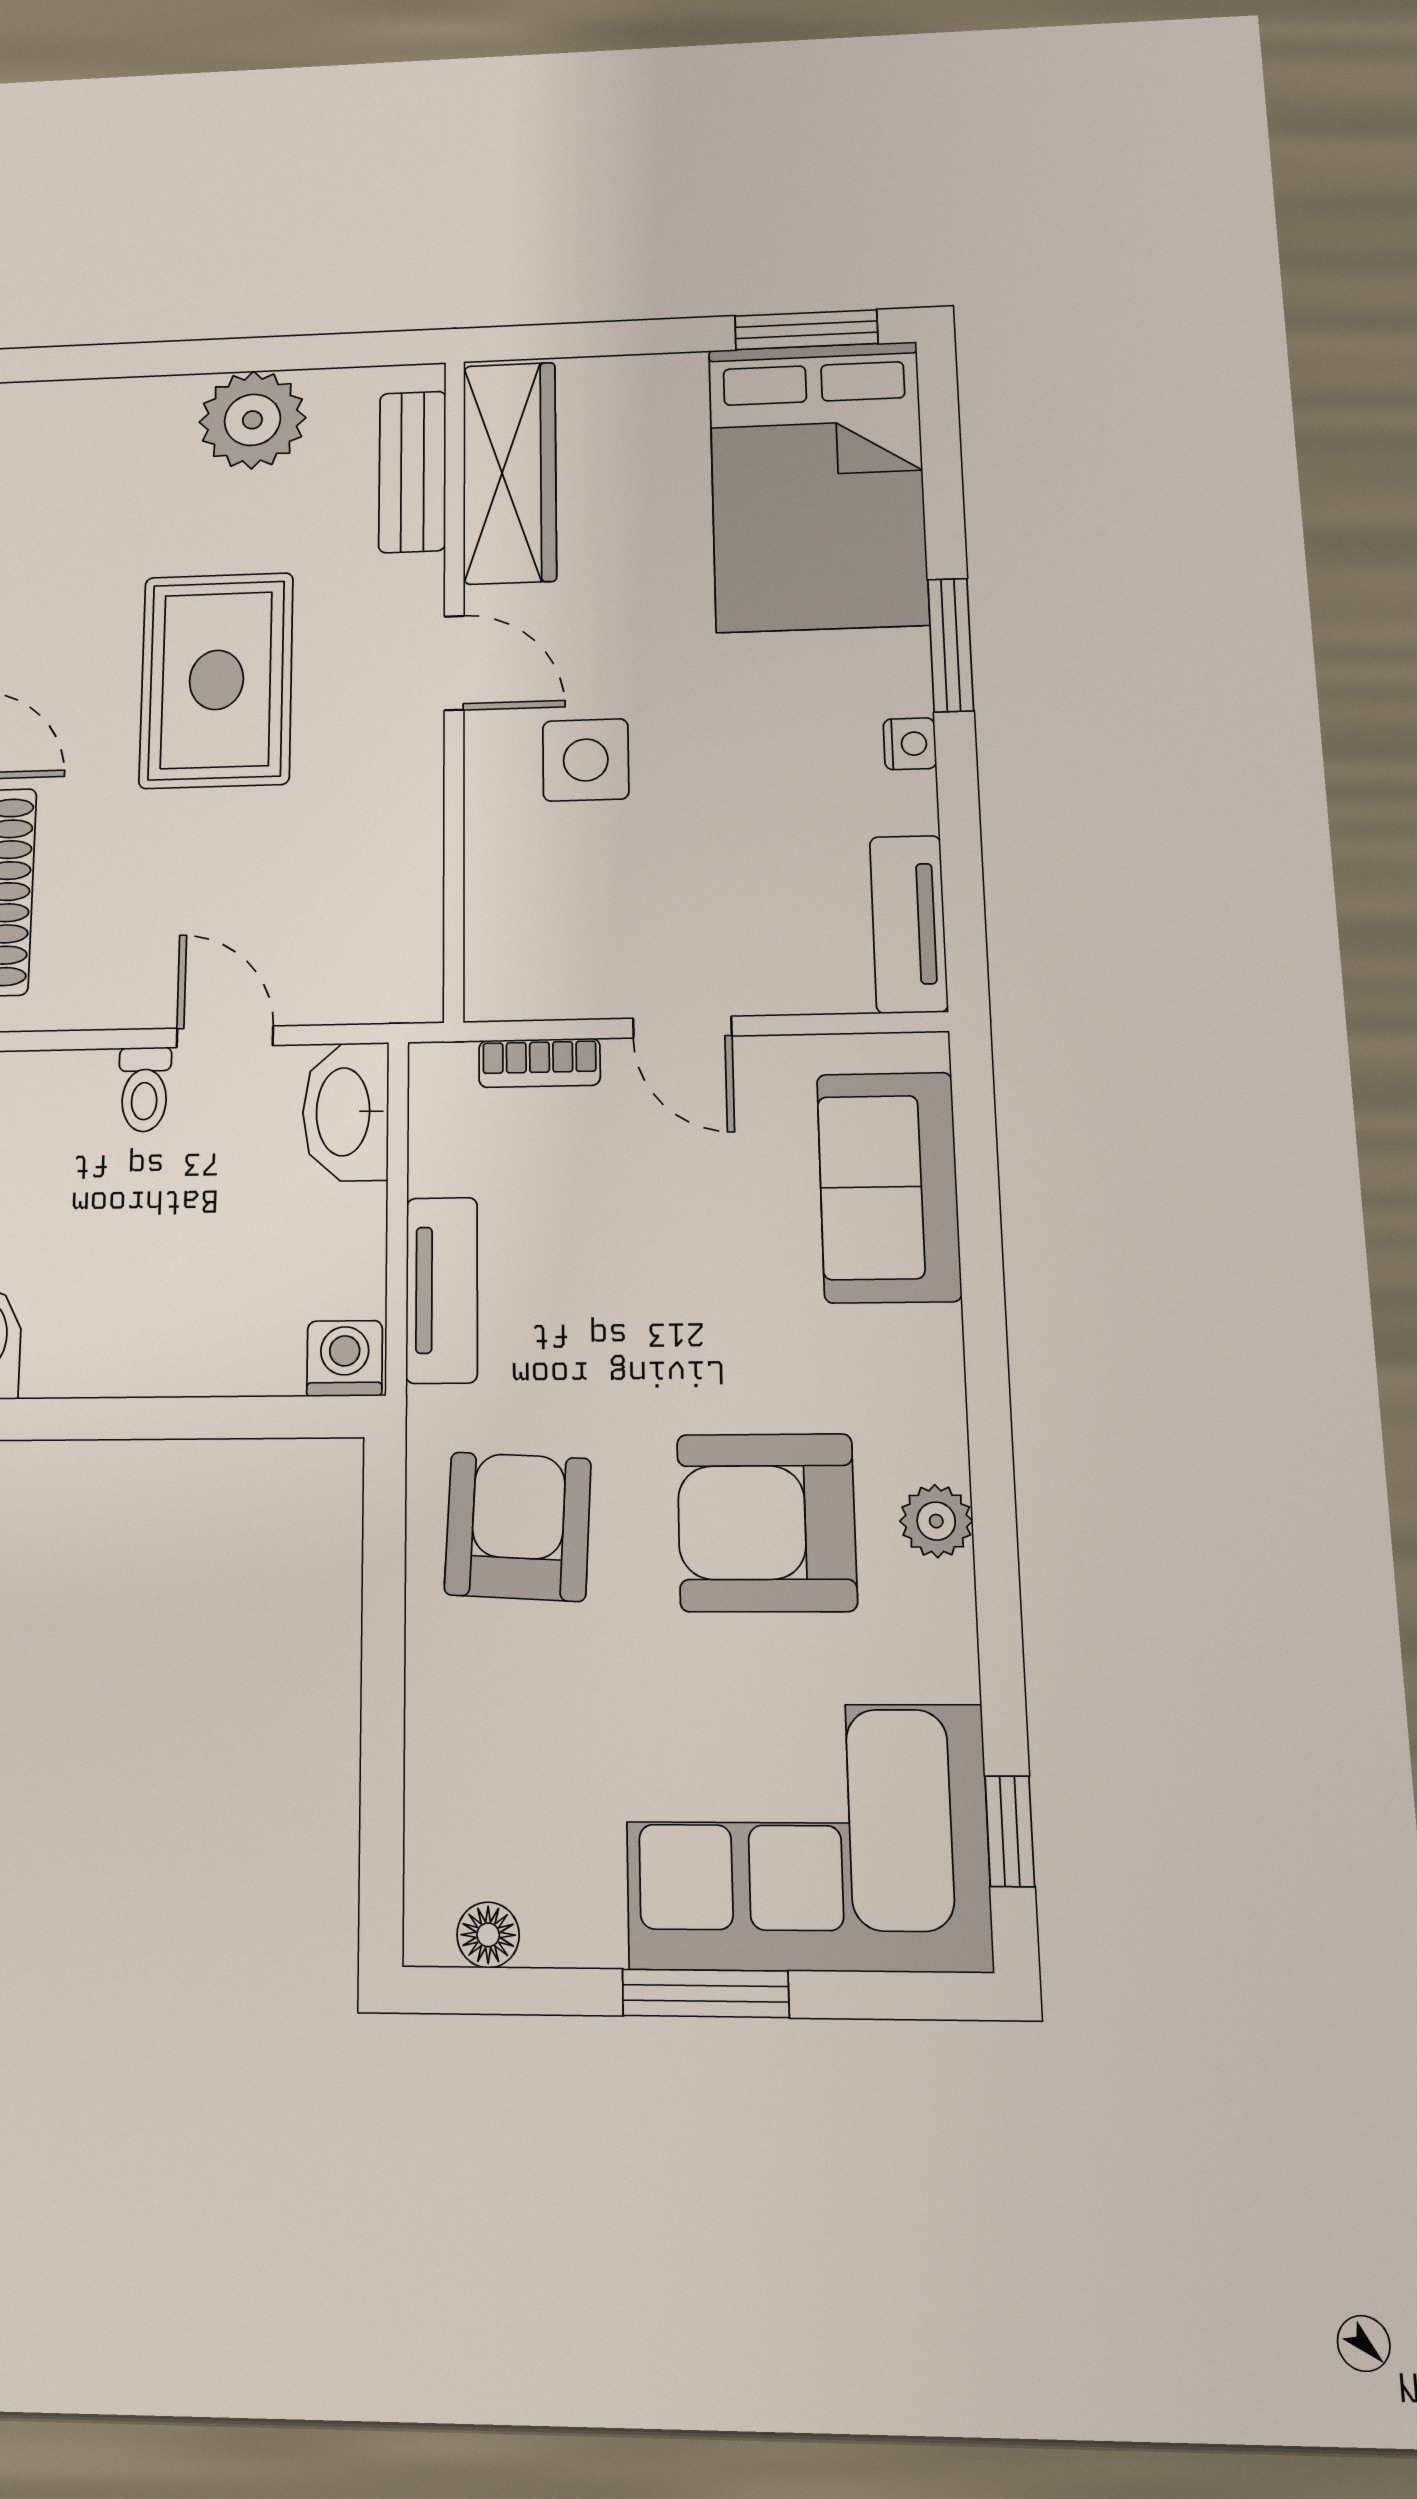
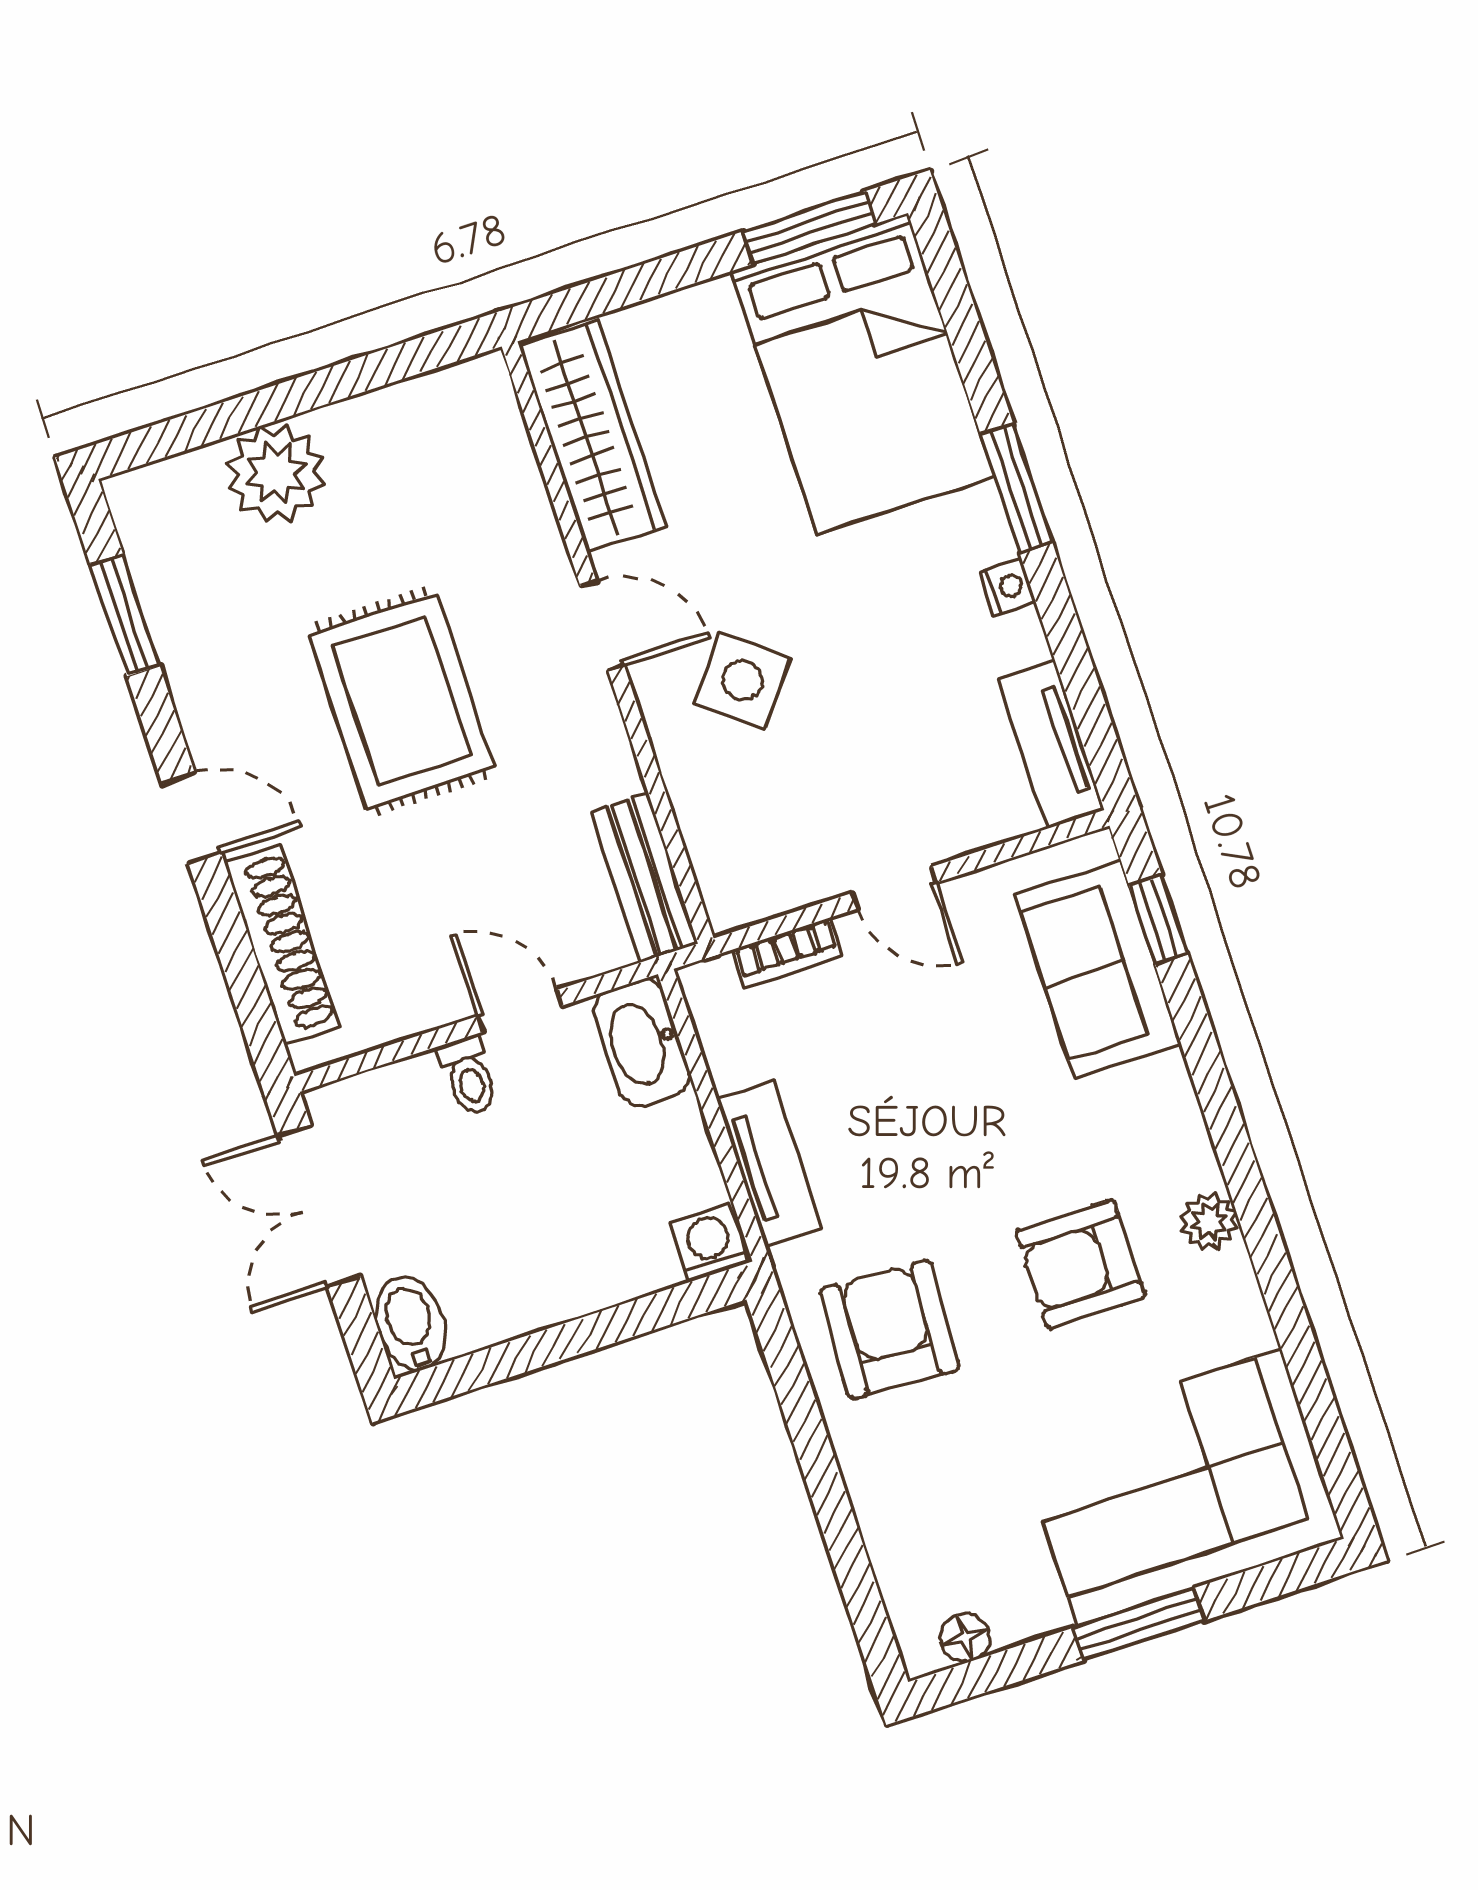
plant: (252, 420) -> (276, 473), moved
bench: (412, 472) -> (645, 878), moved
side table: (586, 760) -> (742, 680), turned 38
armchair: (766, 1522) -> (1080, 1264), width x0.73, depth x0.73
window: (1010, 1831) -> (1158, 919), moved

